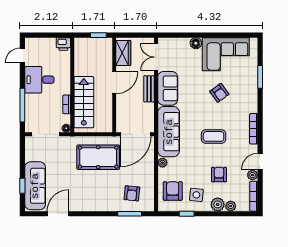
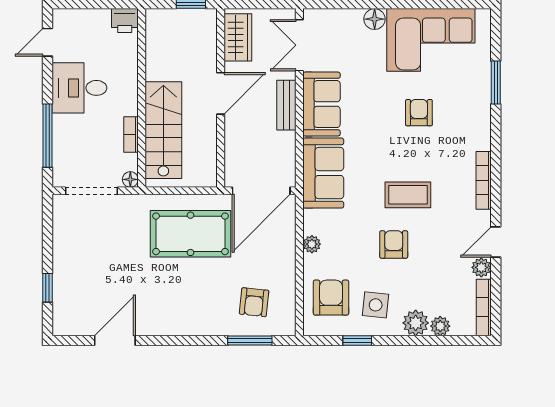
armchair: (219, 93) -> (419, 113), turned -144
sofa: (169, 132) -> (323, 173), width x0.73
armchair: (219, 175) -> (394, 244), moved
sofa: (35, 186) -> (72, 288), removed

